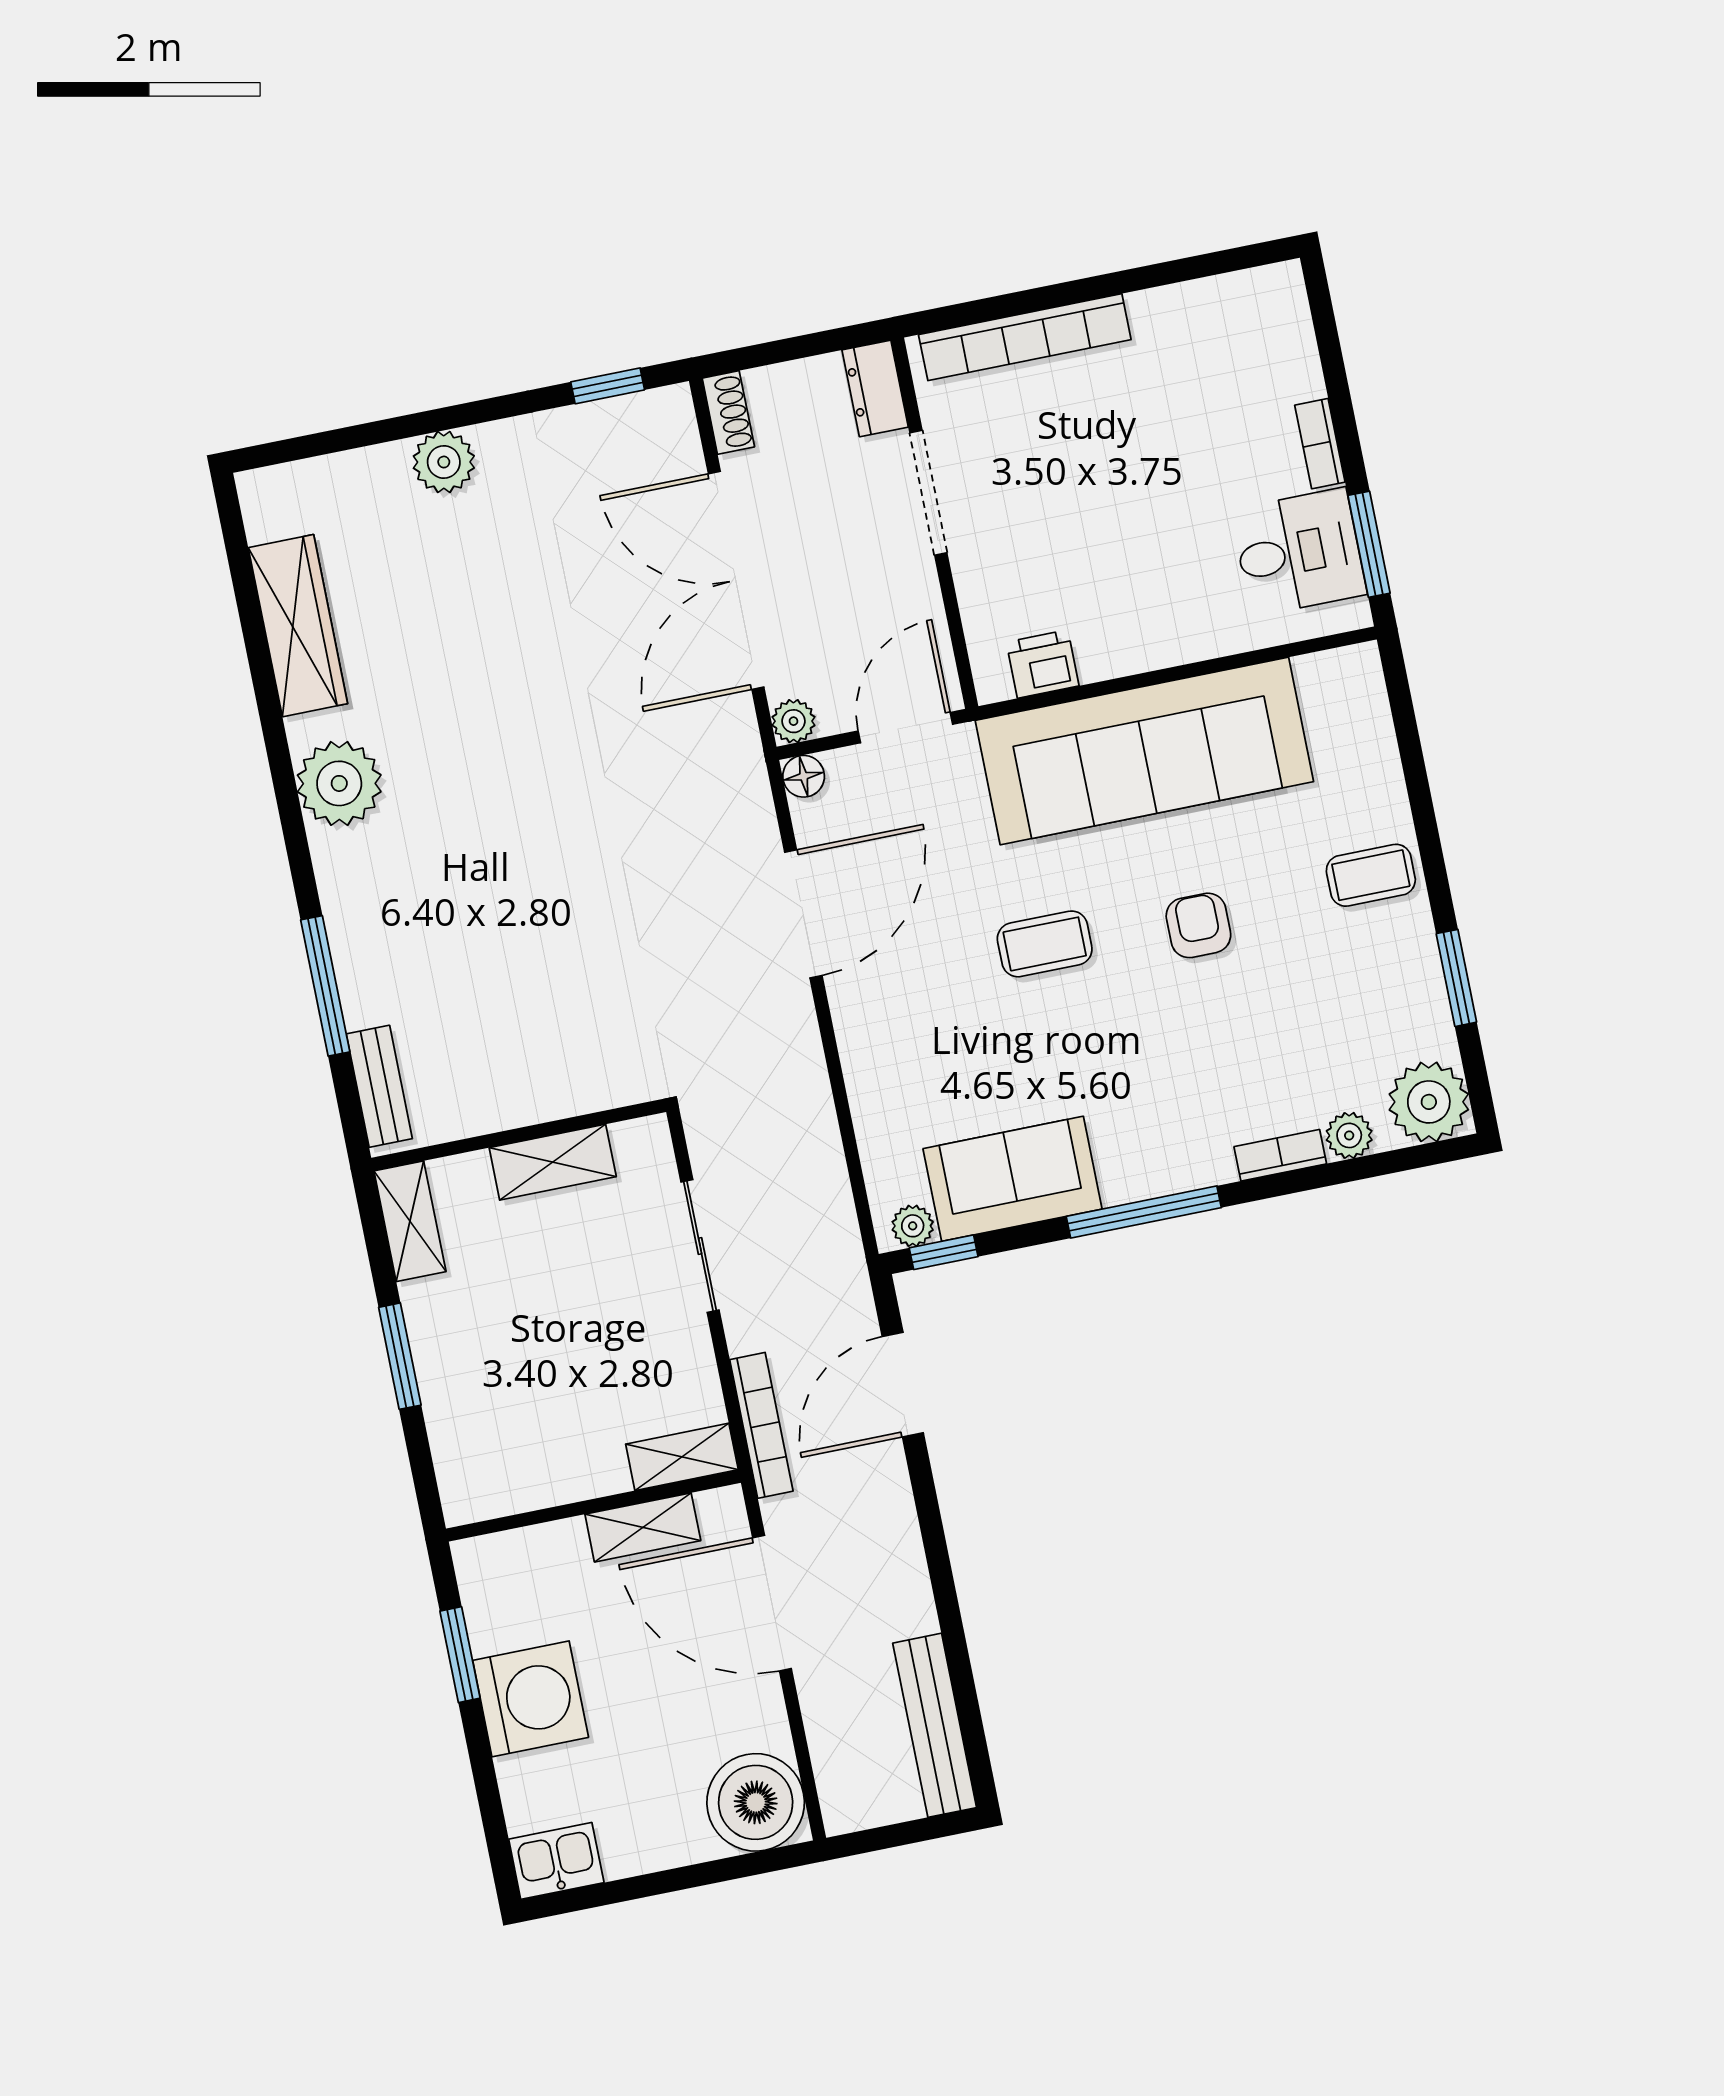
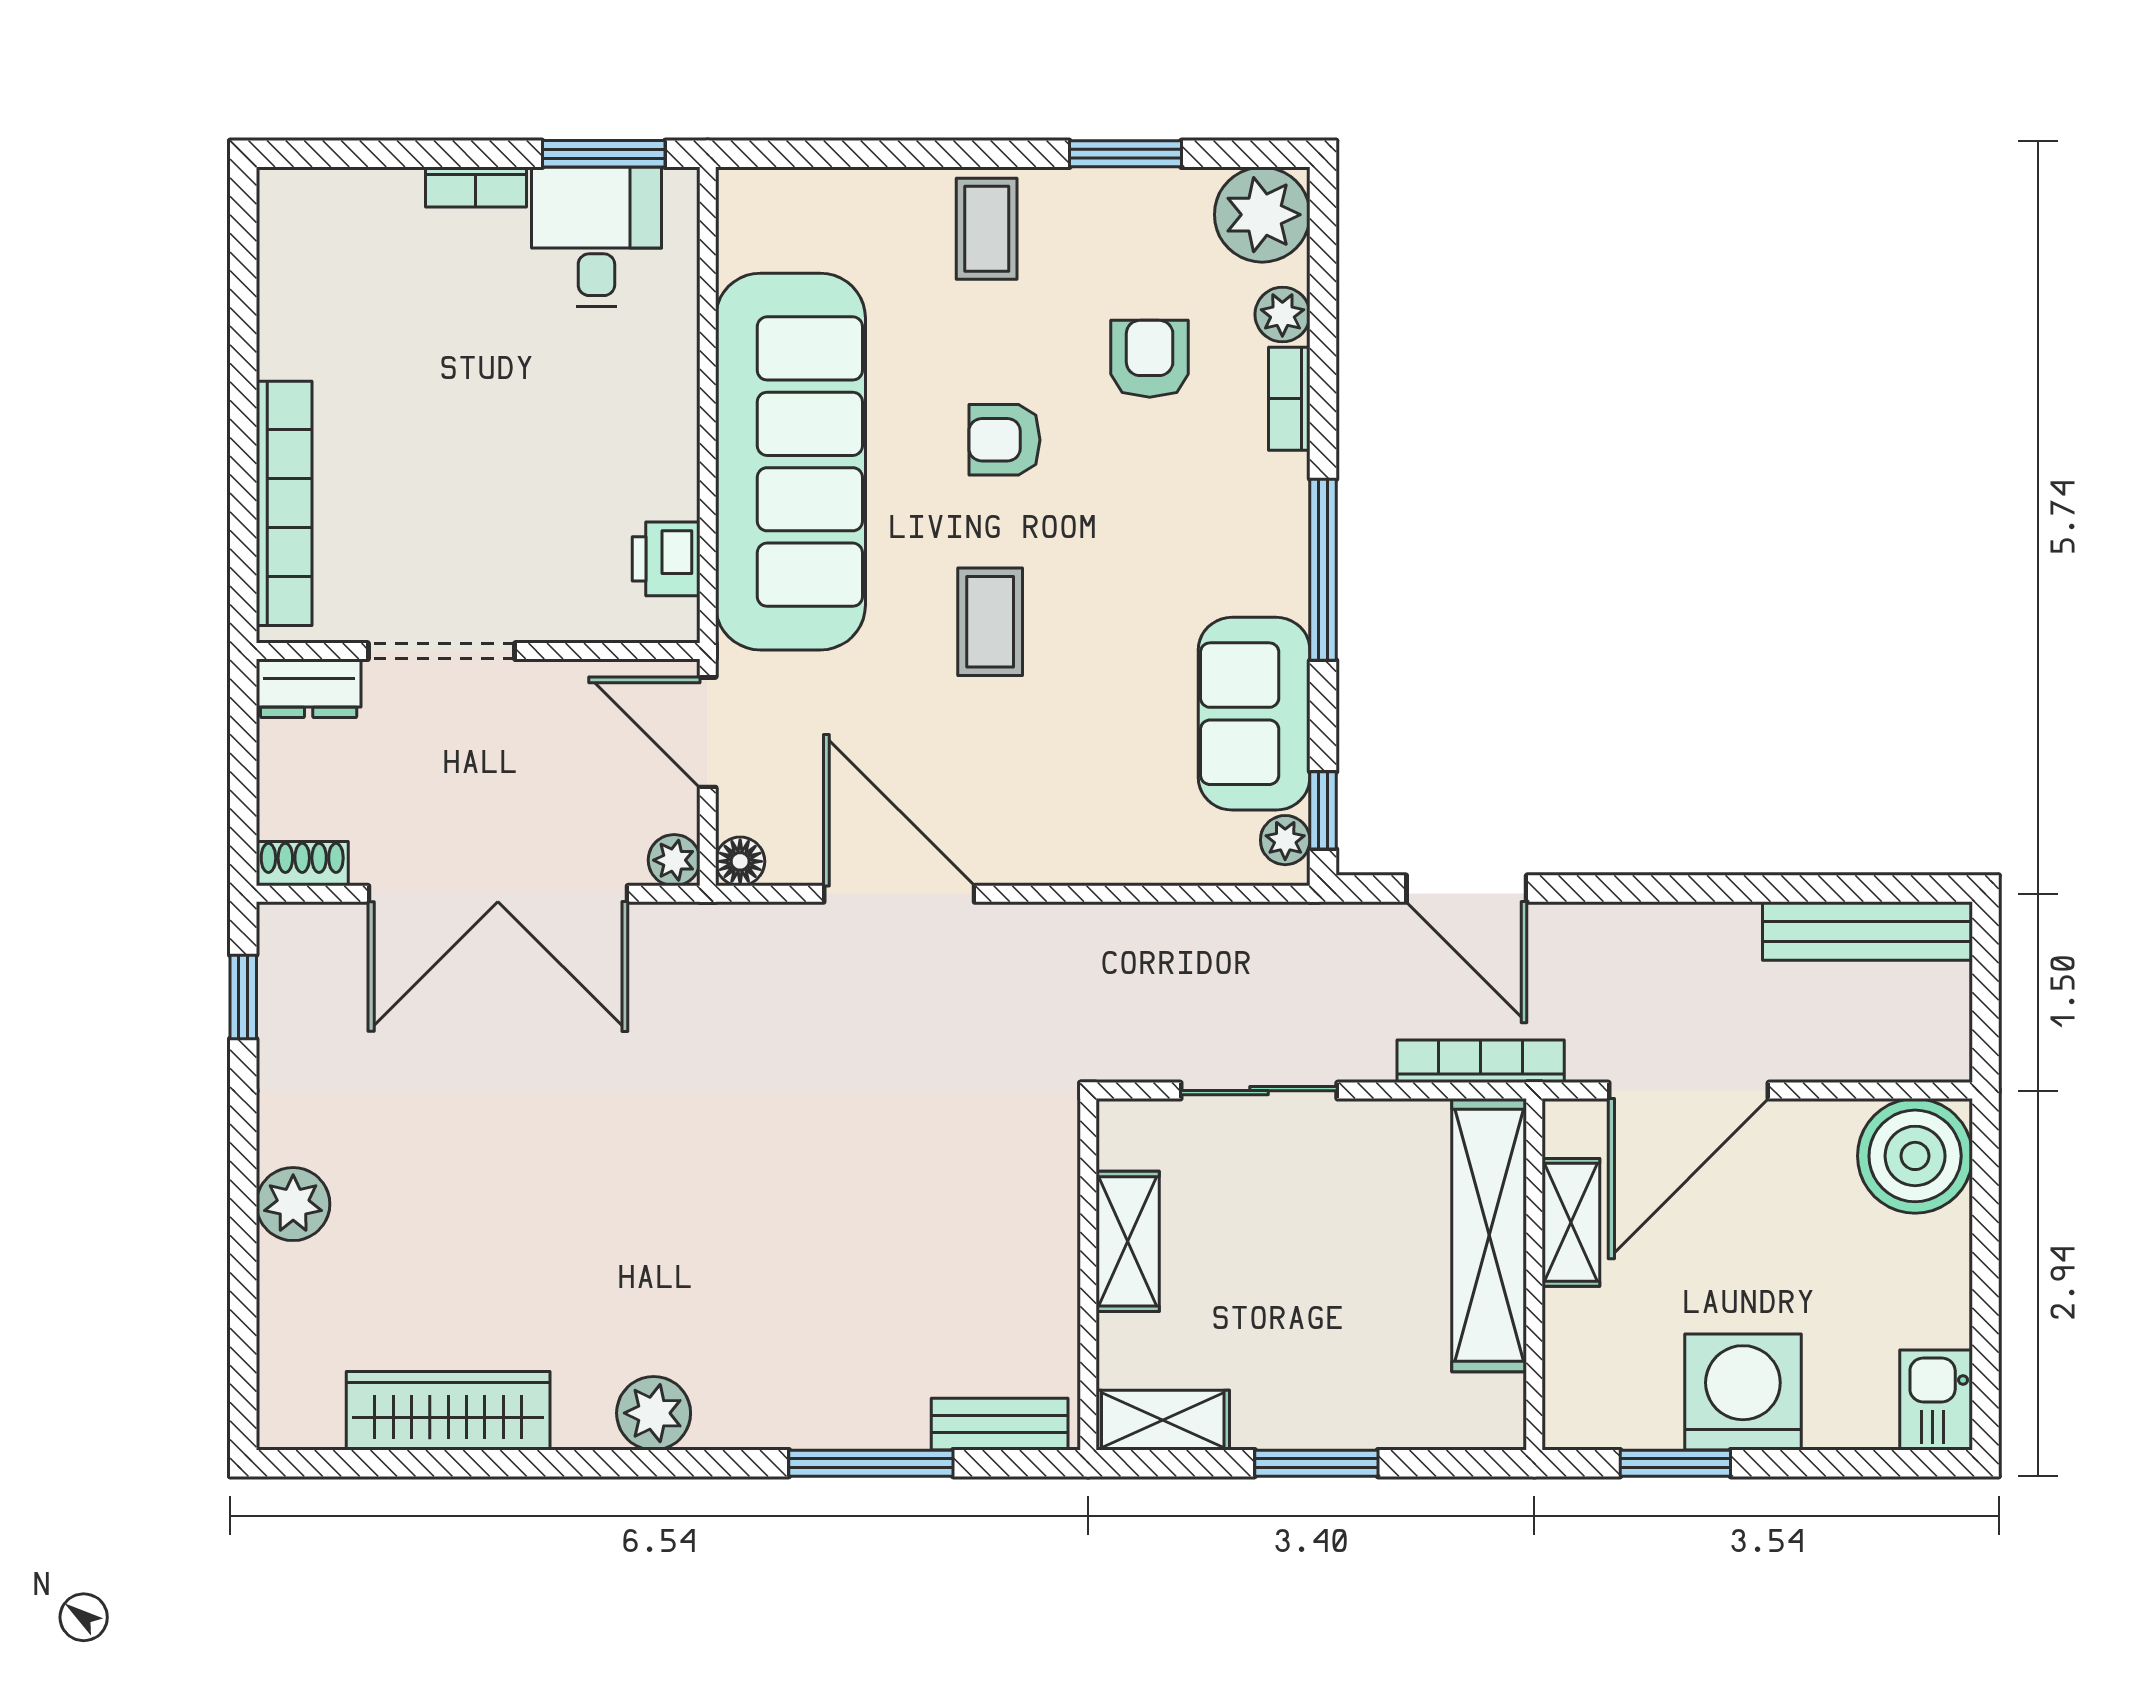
plant: (339, 783) -> (654, 1413), width x0.73, depth x0.73
armchair: (1290, 1032) -> (1150, 359), added
shelving: (682, 1457) -> (1489, 1235), width x2.20, depth x1.33

